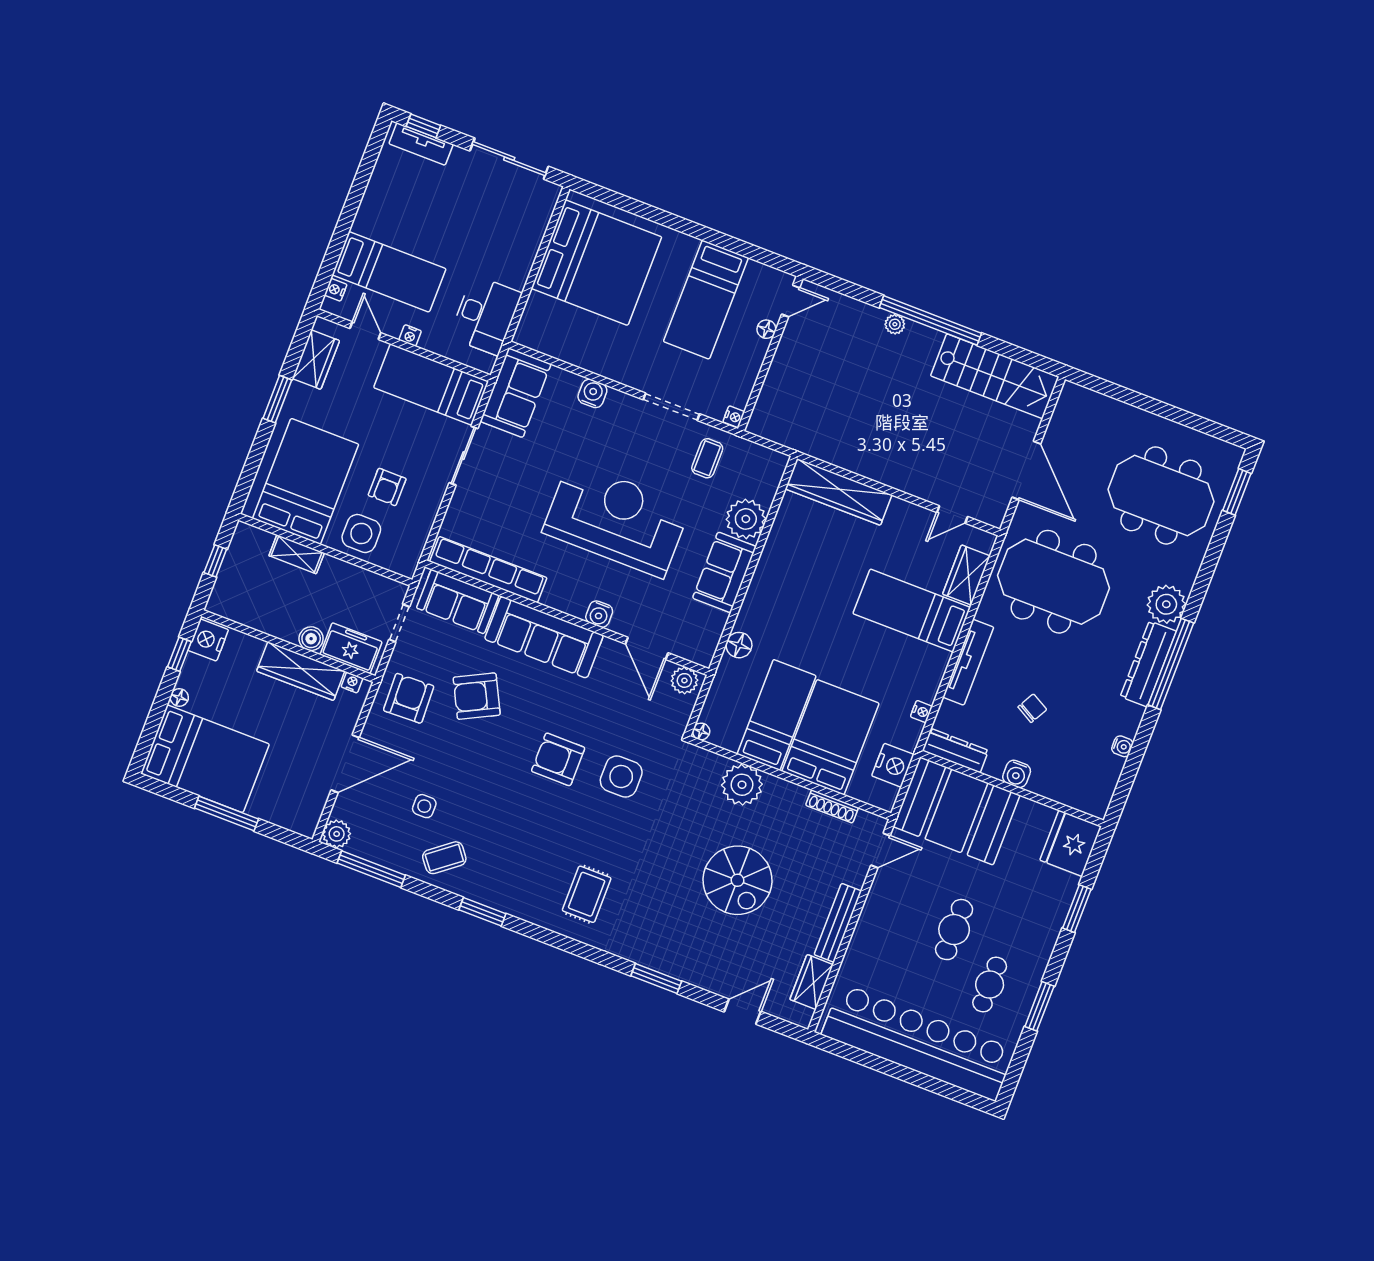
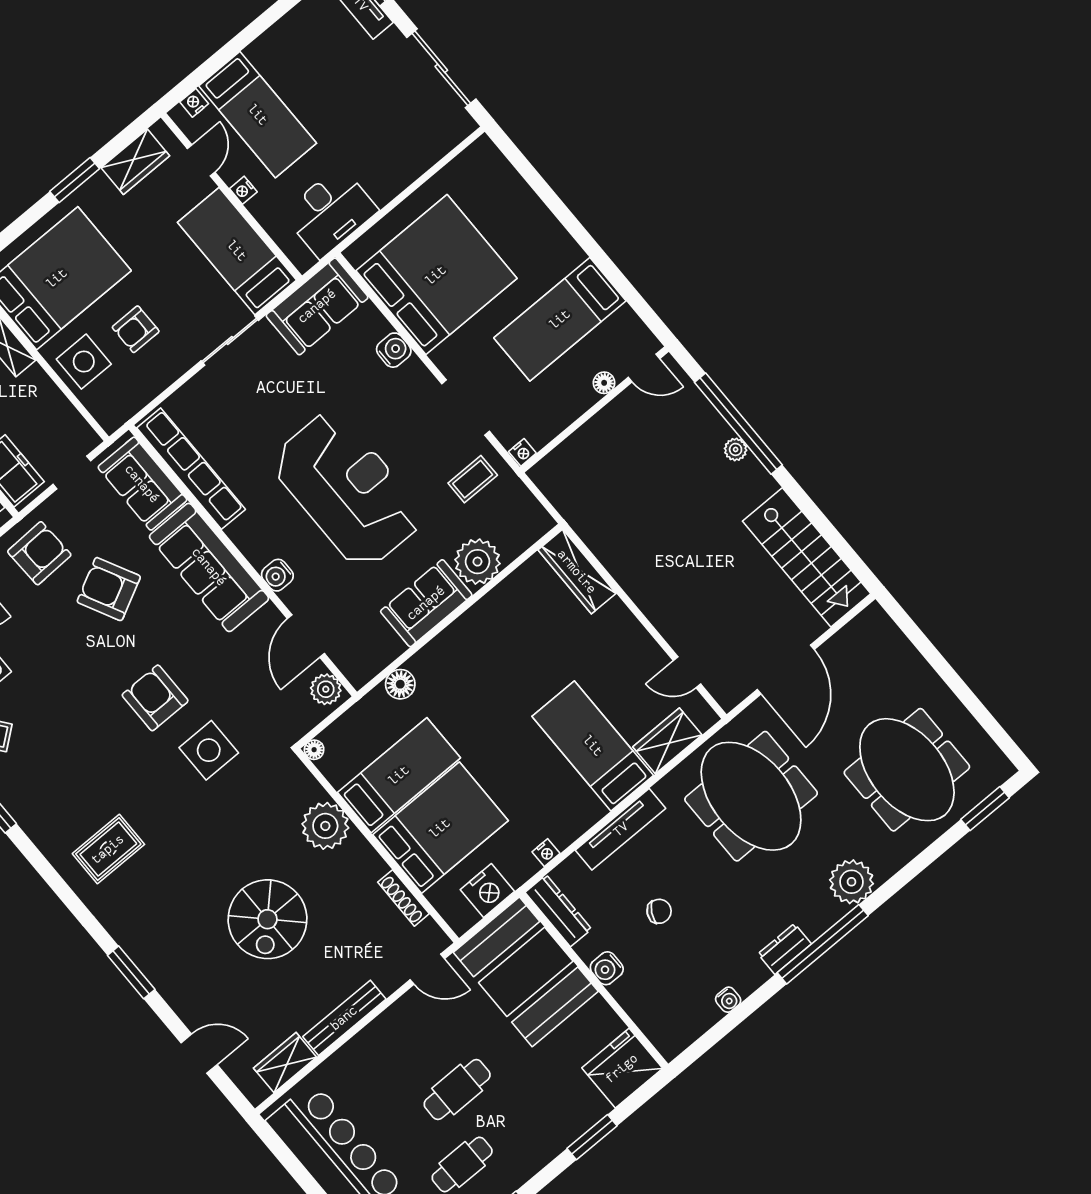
bed: (596, 263) -> (436, 275), moved, turned -90
window: (930, 320) -> (738, 424), moved
wardrobe: (839, 492) -> (577, 572), width x0.71, depth x0.85
dresser: (1148, 664) -> (785, 949), width x0.51, depth x0.80

